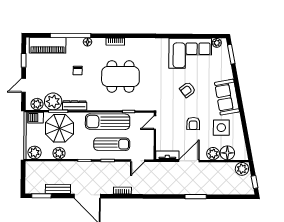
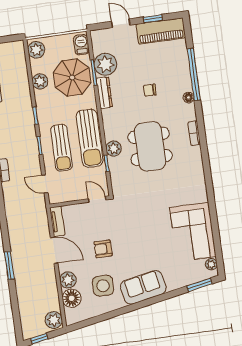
piano: (48, 45) -> (161, 31), moved, turned -90
armchair: (188, 90) -> (146, 235), removed
plant: (37, 104) -> (114, 149), moved
sun lounger: (108, 122) -> (90, 138), turned 180

